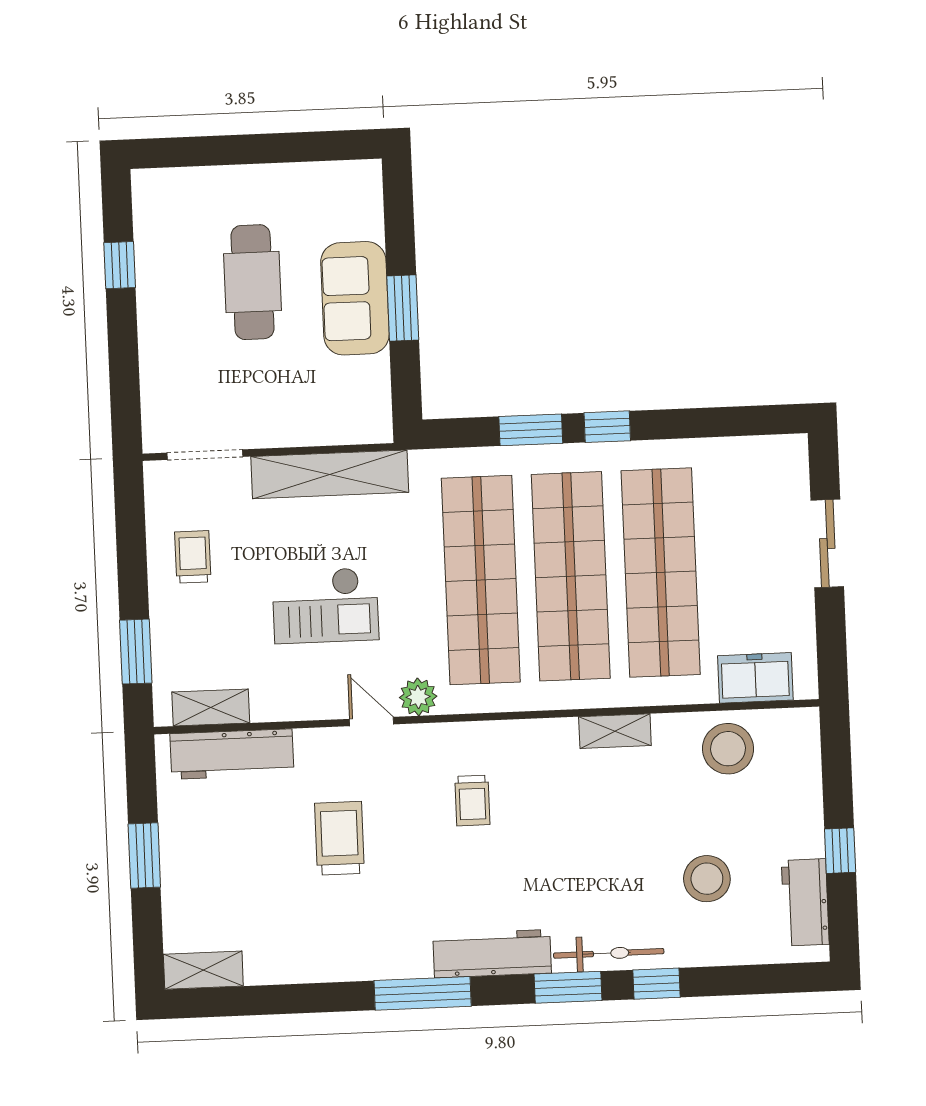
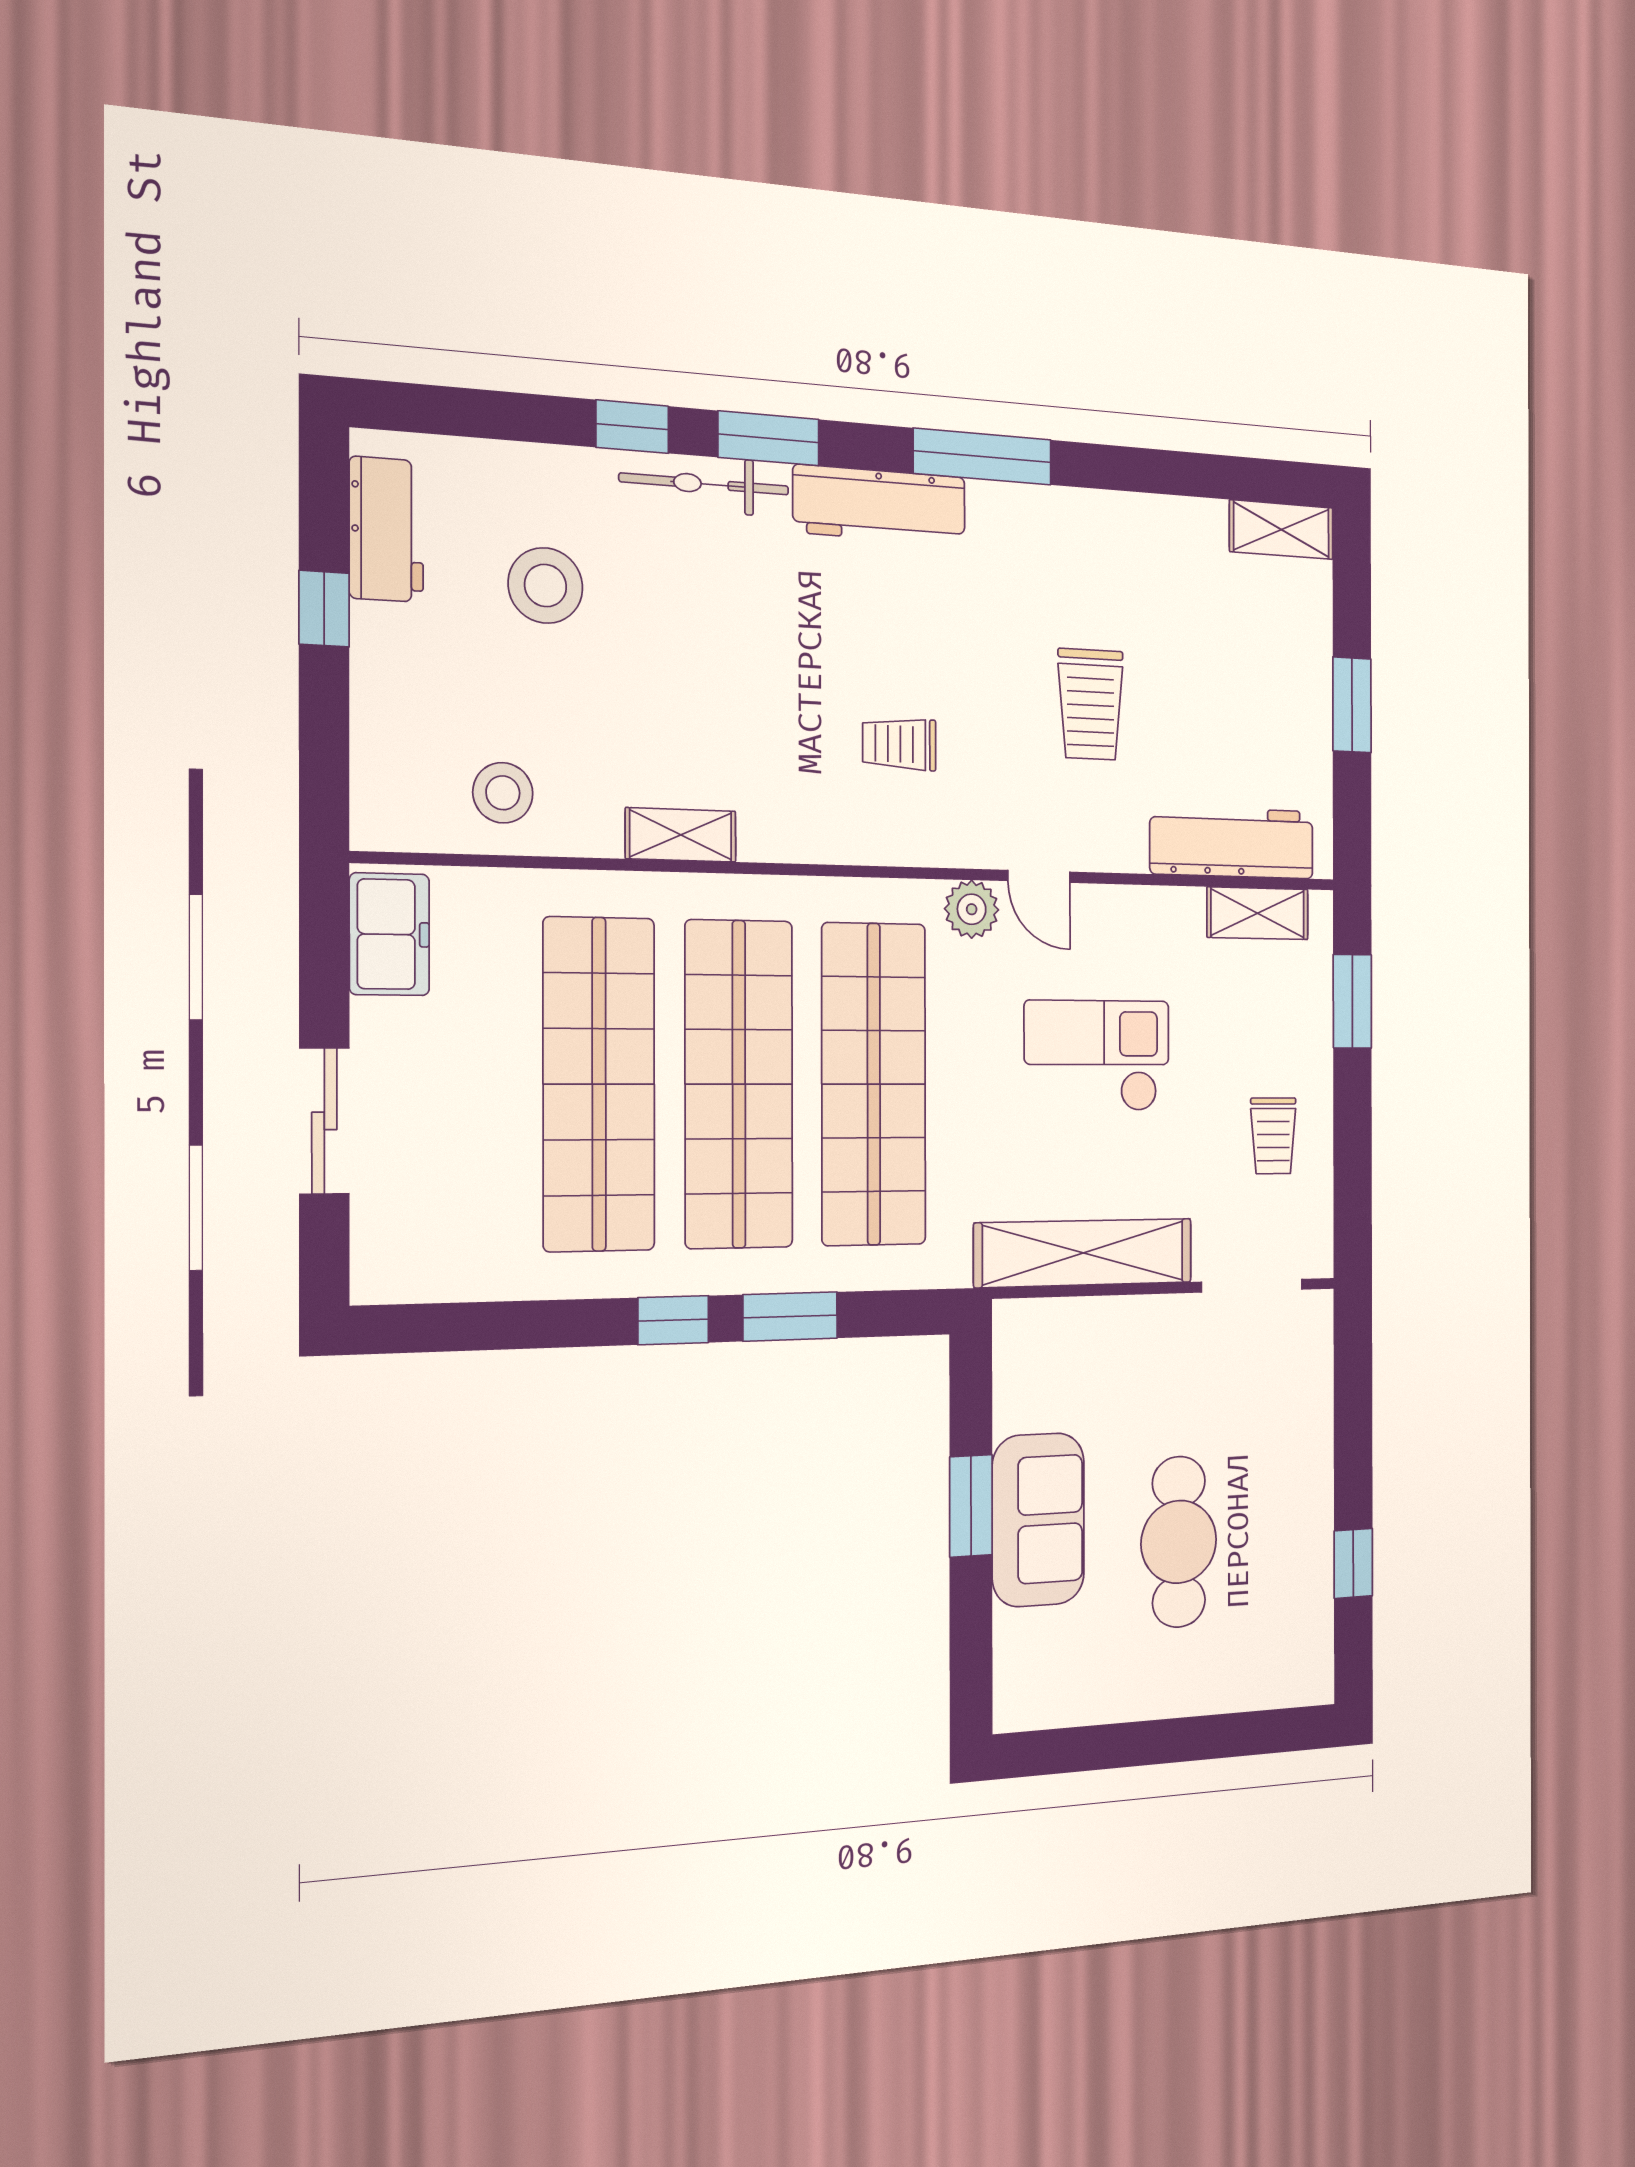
freezer: (755, 678) -> (389, 934), moved, turned -90
stool: (728, 749) -> (503, 793), width x0.73, depth x0.73
trolley: (472, 801) -> (899, 744), turned -90

